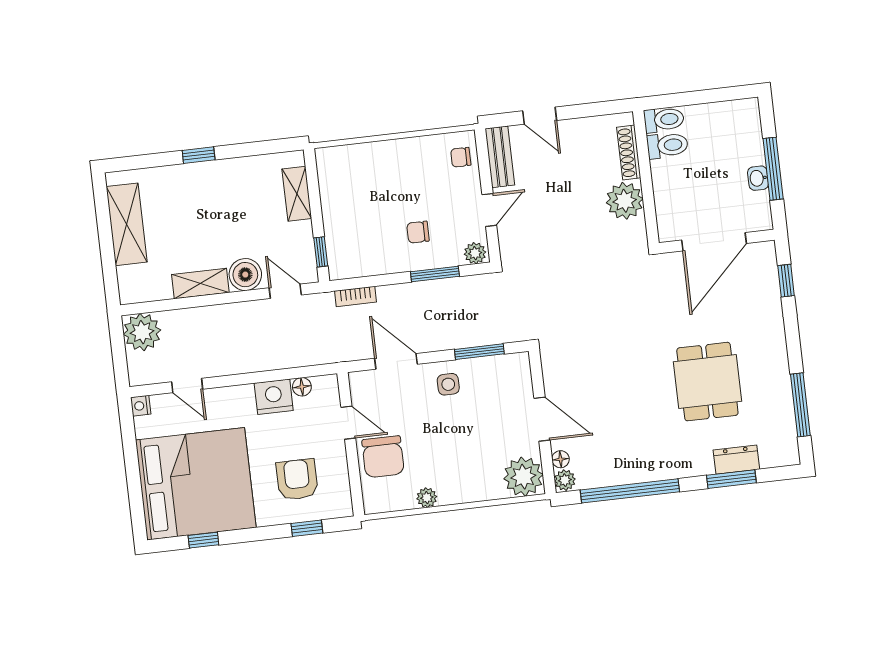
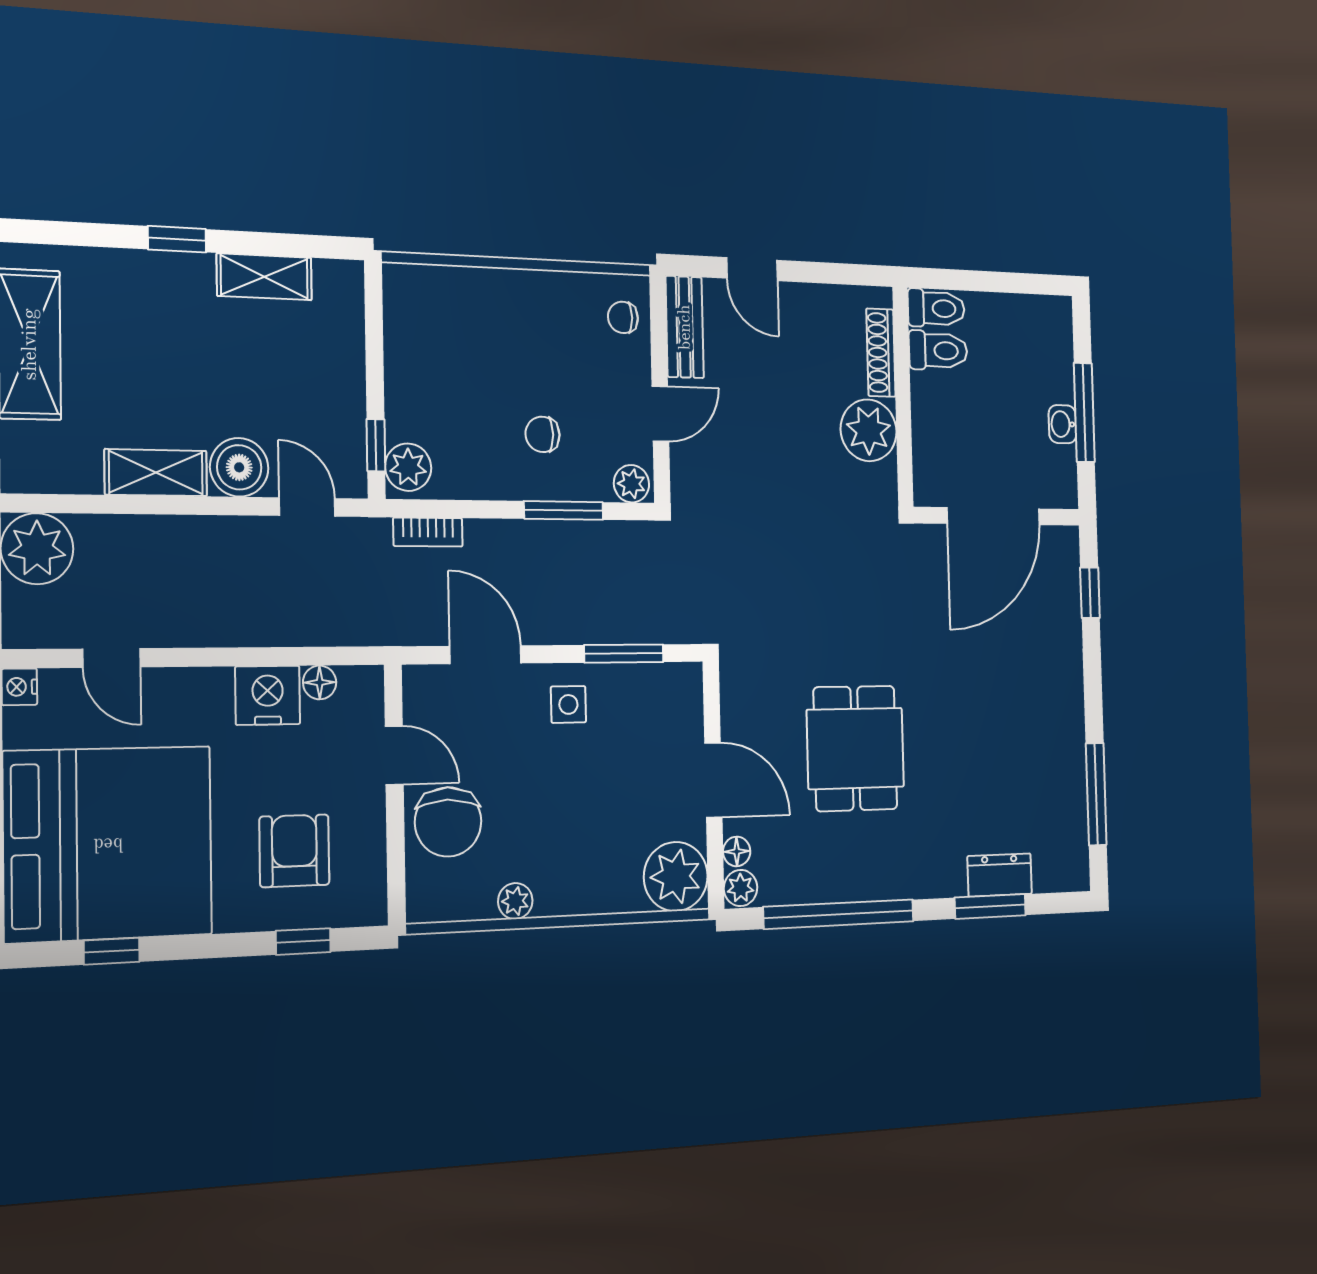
shelving: (297, 194) -> (264, 277), moved, turned 90
plant: (341, 262) -> (408, 467), added
dining table: (707, 382) -> (855, 748), moved

